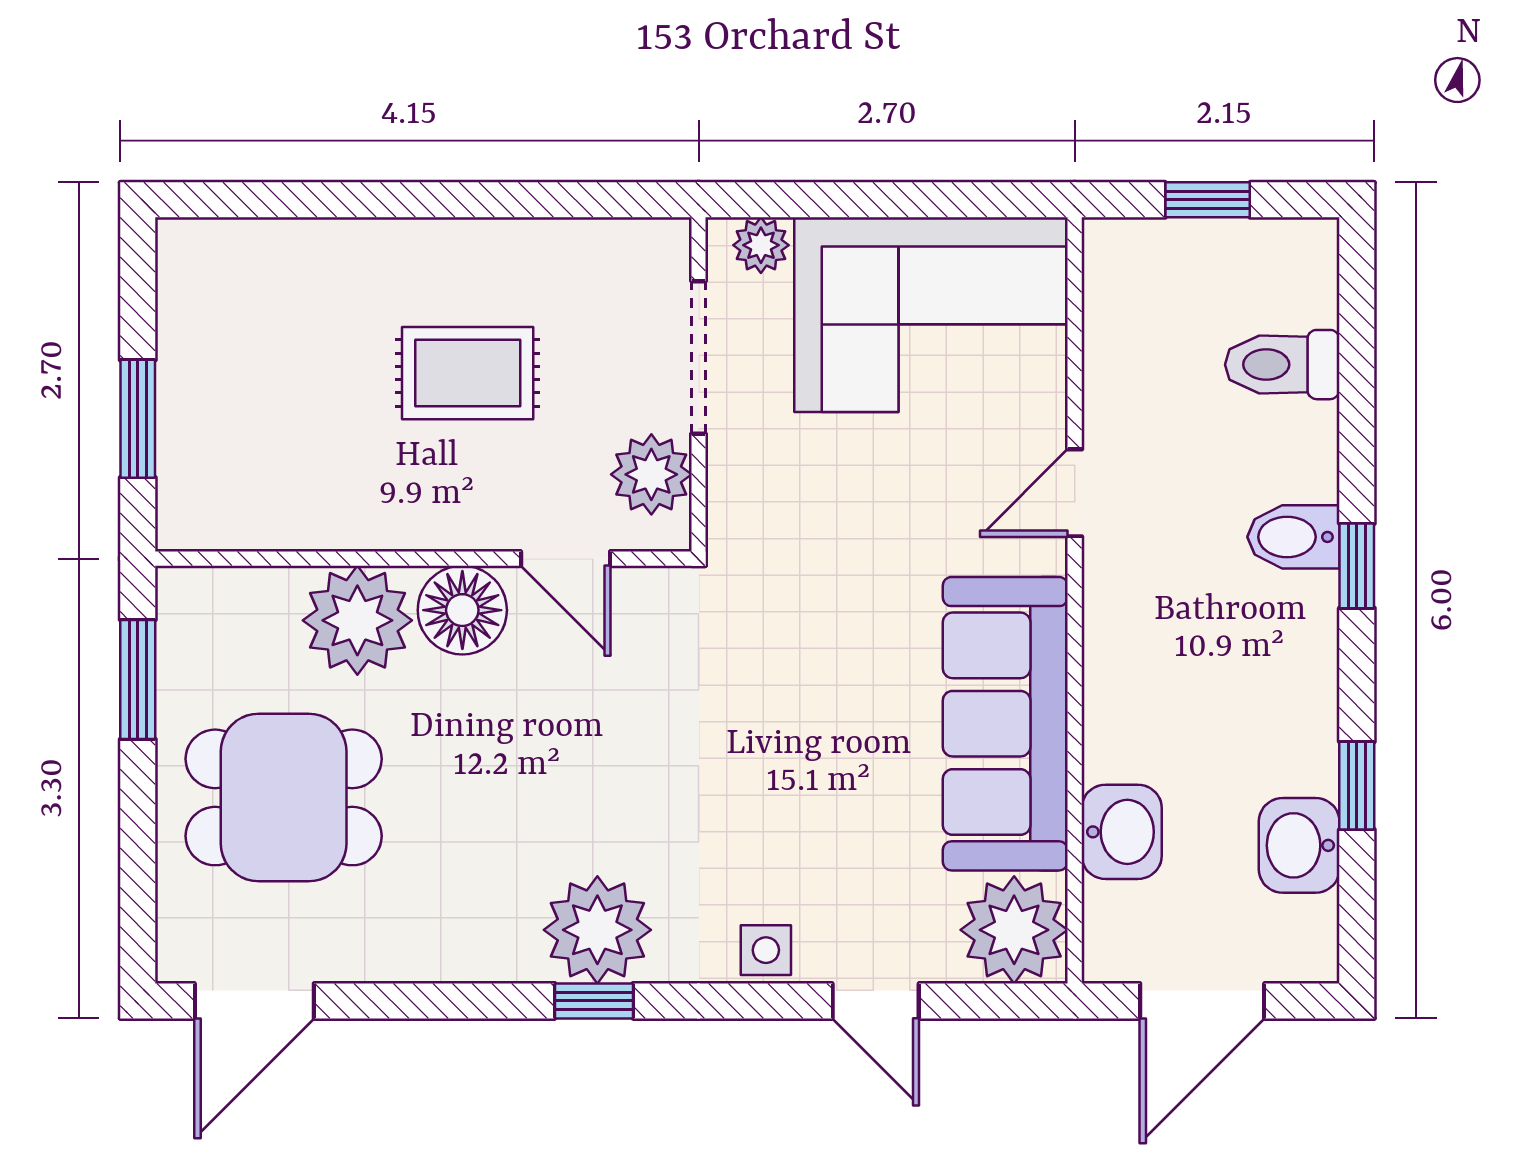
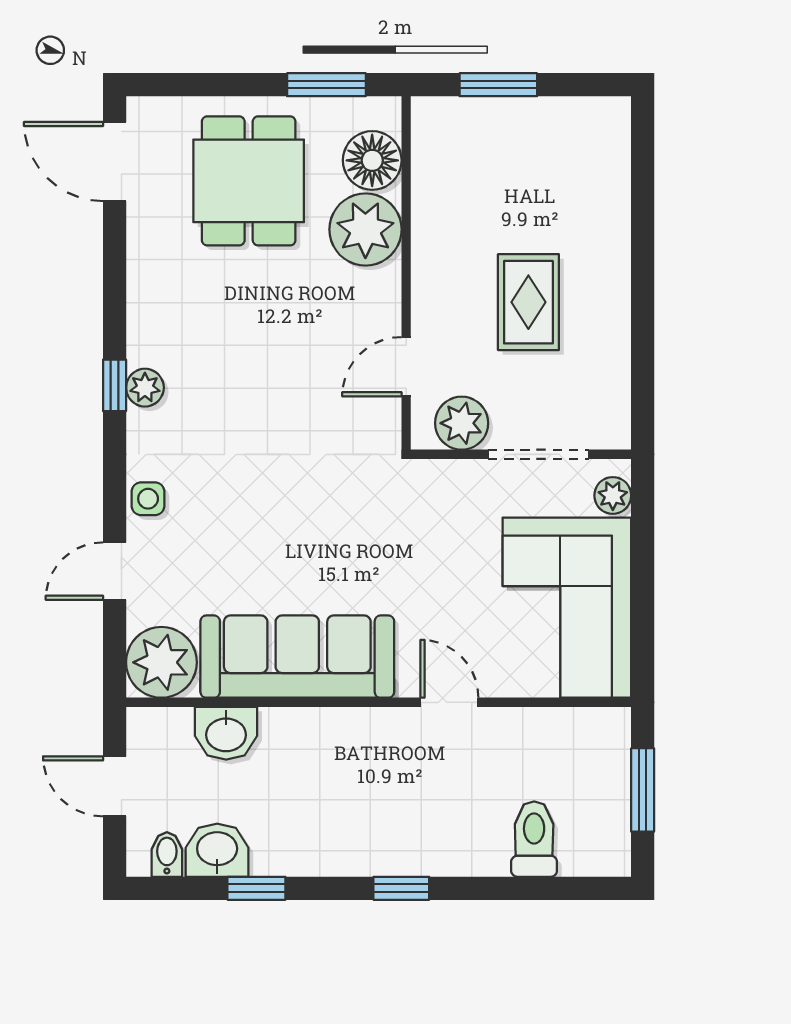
window: (1208, 200) -> (643, 790), width x1.50
bidet: (1293, 537) -> (167, 855), moved, width x0.72, depth x0.74
floor lamp: (462, 610) -> (372, 160), moved
plant: (597, 930) -> (145, 388), width x0.53, depth x0.53
door: (1202, 1001) -> (115, 786), width x0.73

